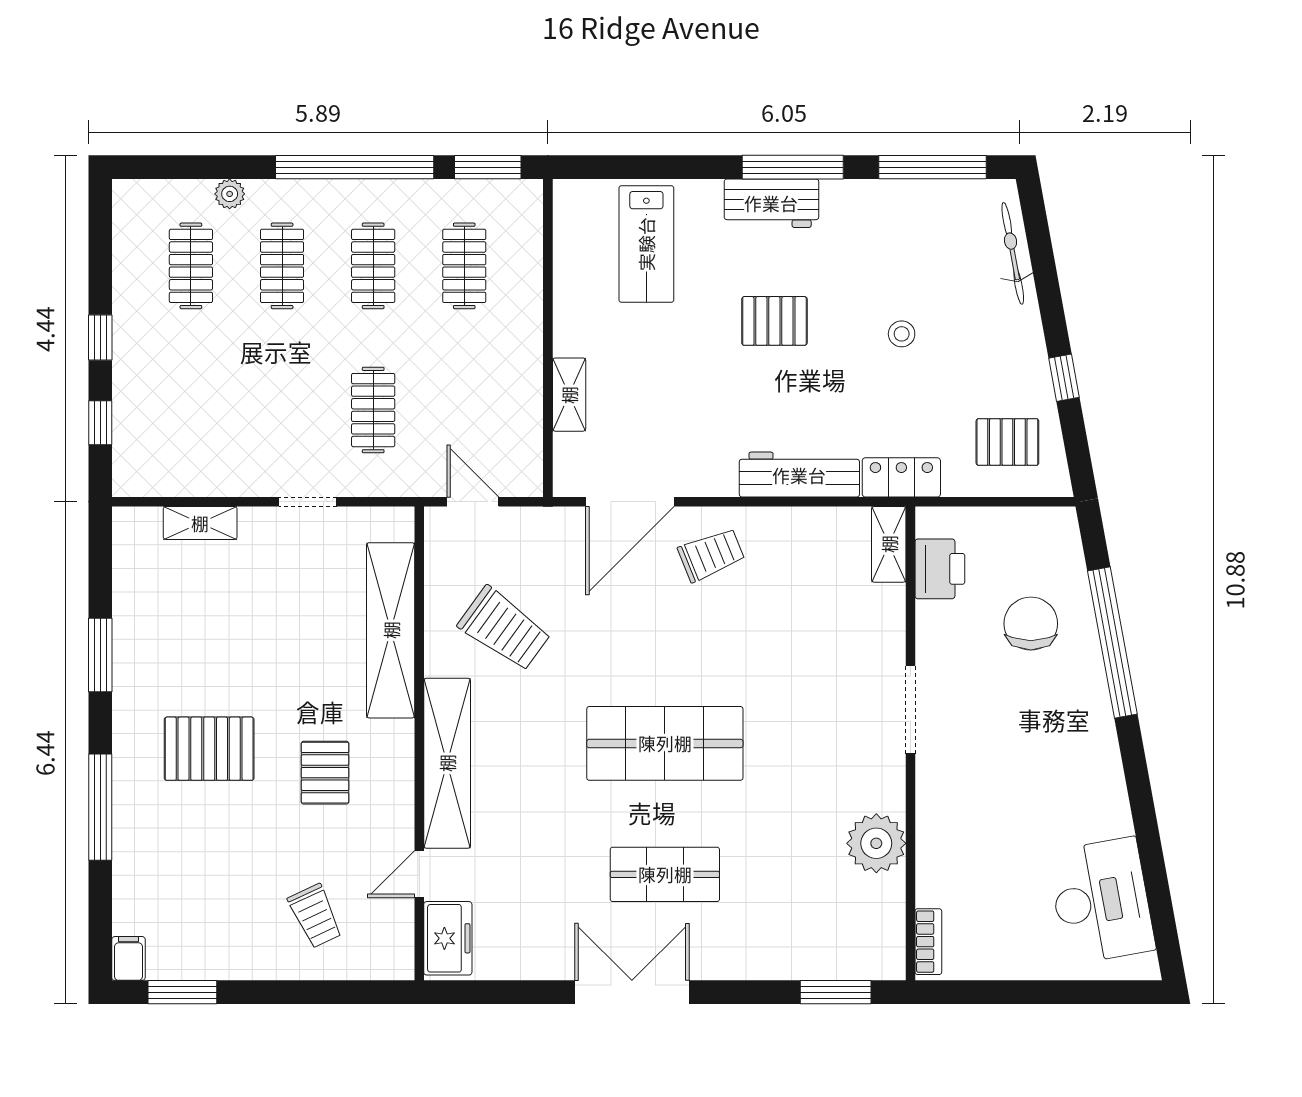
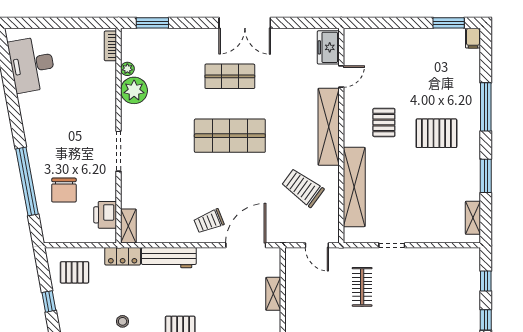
shelving: (200, 523) -> (473, 218), moved, turned 90
plant: (891, 891) -> (127, 69), added
trolley: (315, 916) -> (388, 58), removed

